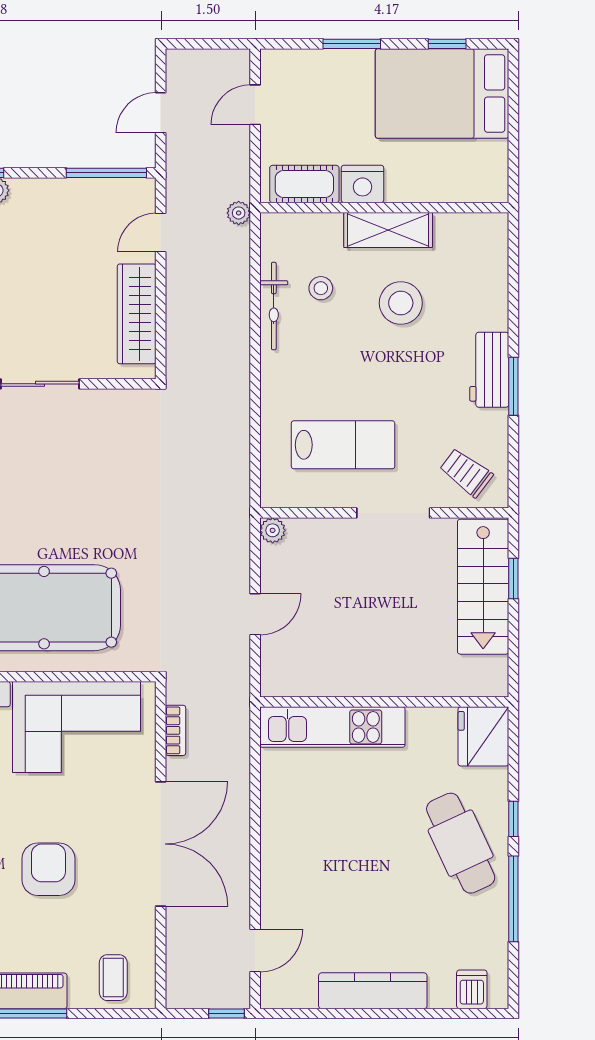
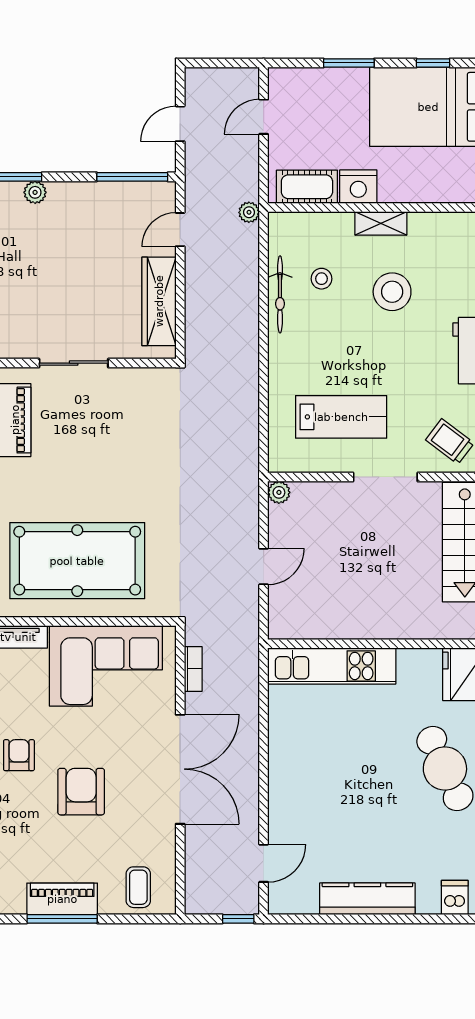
shelving: (388, 230) -> (381, 223), width x0.67, depth x0.75

